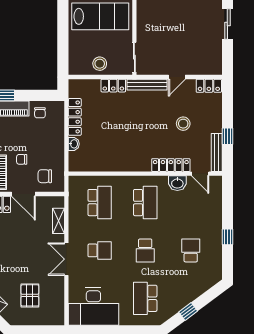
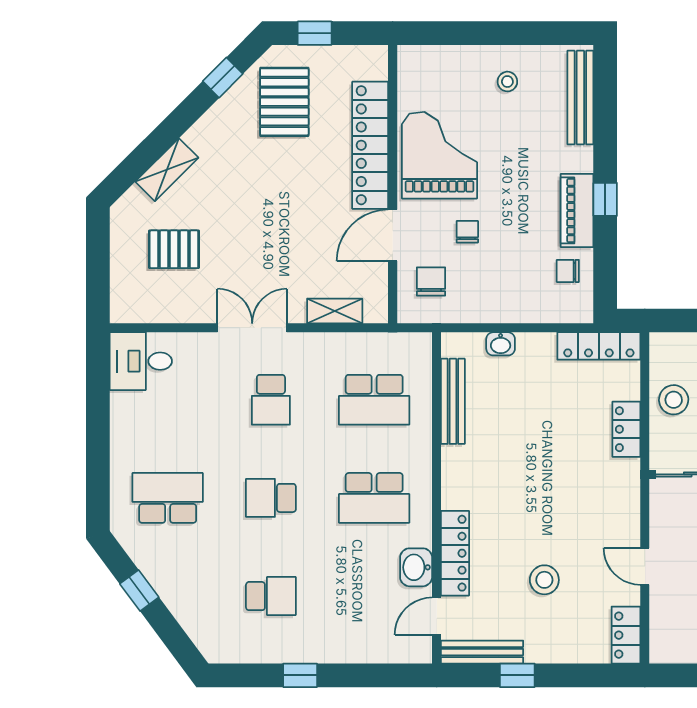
bench: (147, 85) -> (453, 401), moved
locker: (75, 117) -> (599, 346), moved
desk: (93, 306) -> (141, 361), width x0.53, depth x0.77

